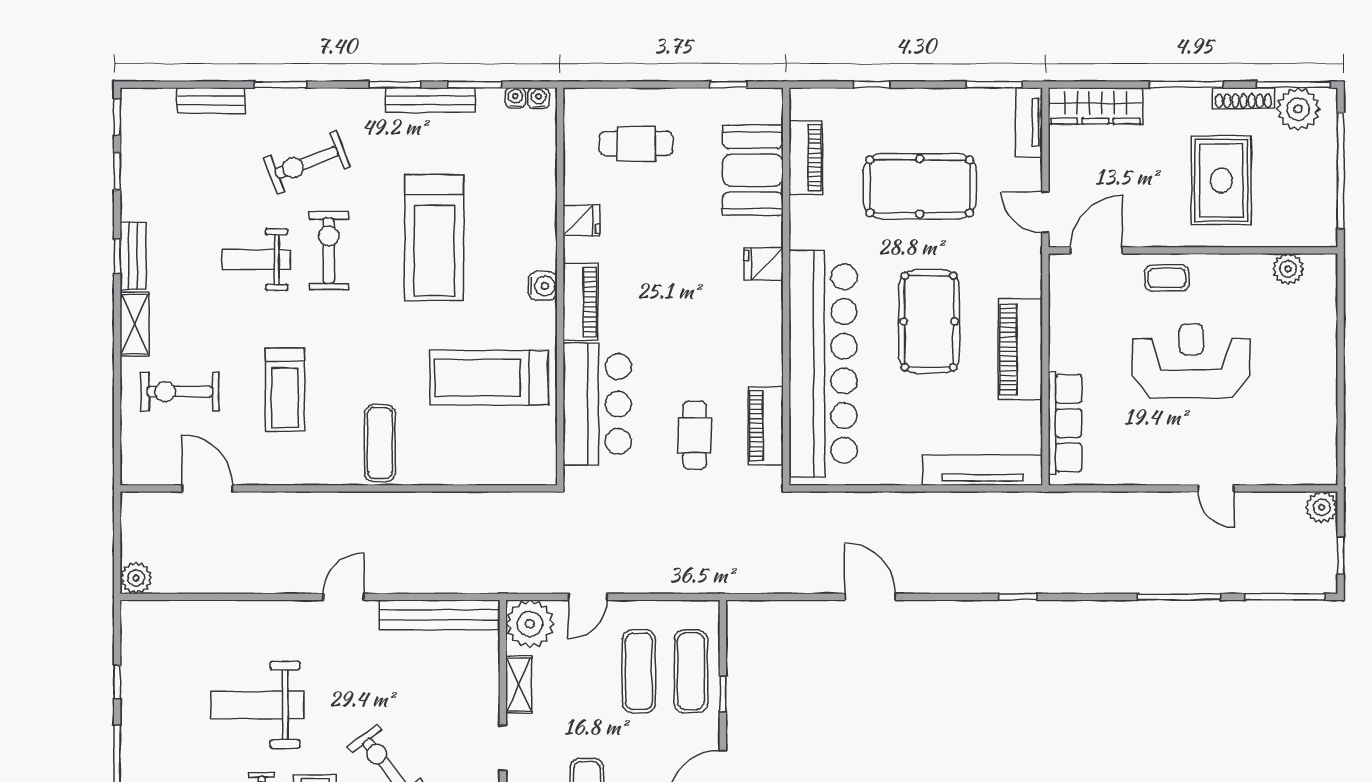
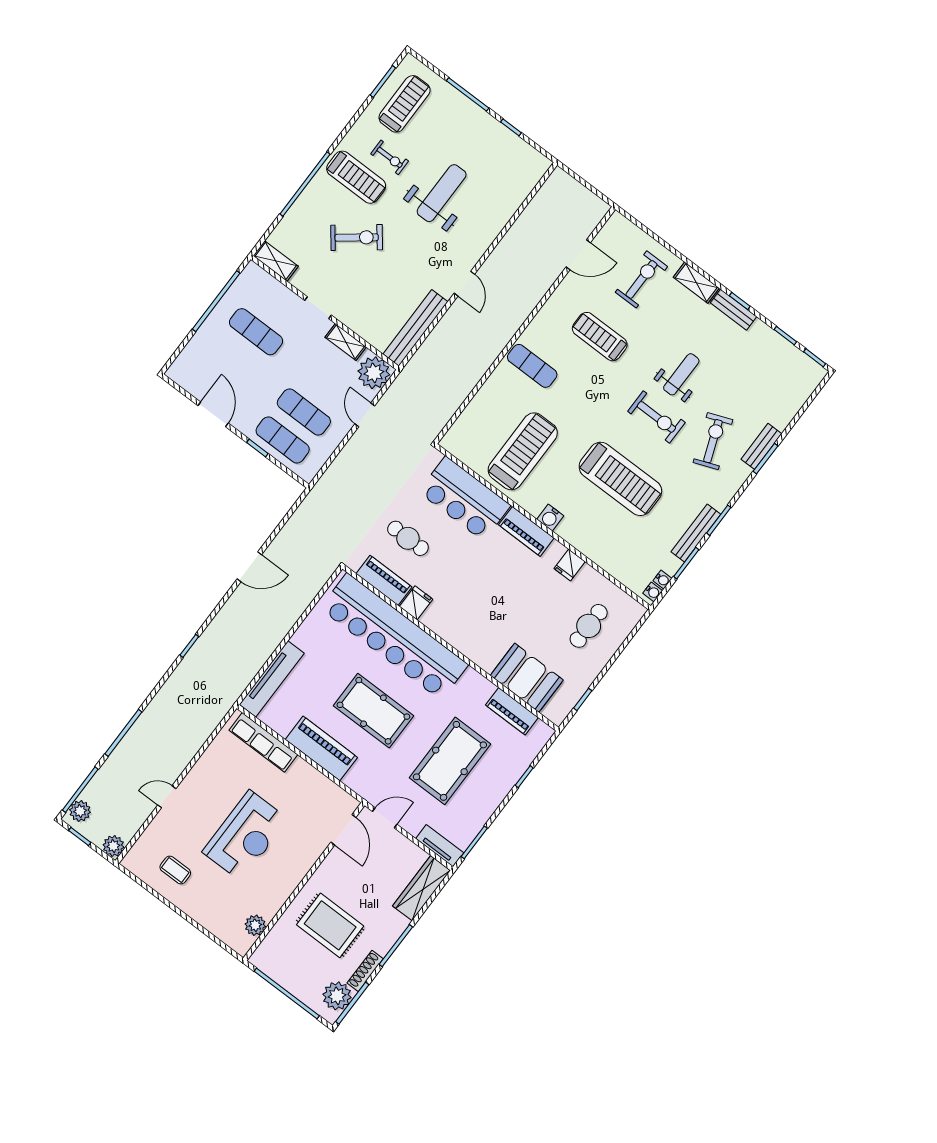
bench: (211, 100) -> (761, 446), moved
treadmill: (434, 238) -> (620, 479), turned 180
fridge: (764, 264) -> (416, 603), moved
coffee table: (1167, 278) -> (175, 870), moved, turned 90
plant: (136, 578) -> (80, 811), moved

